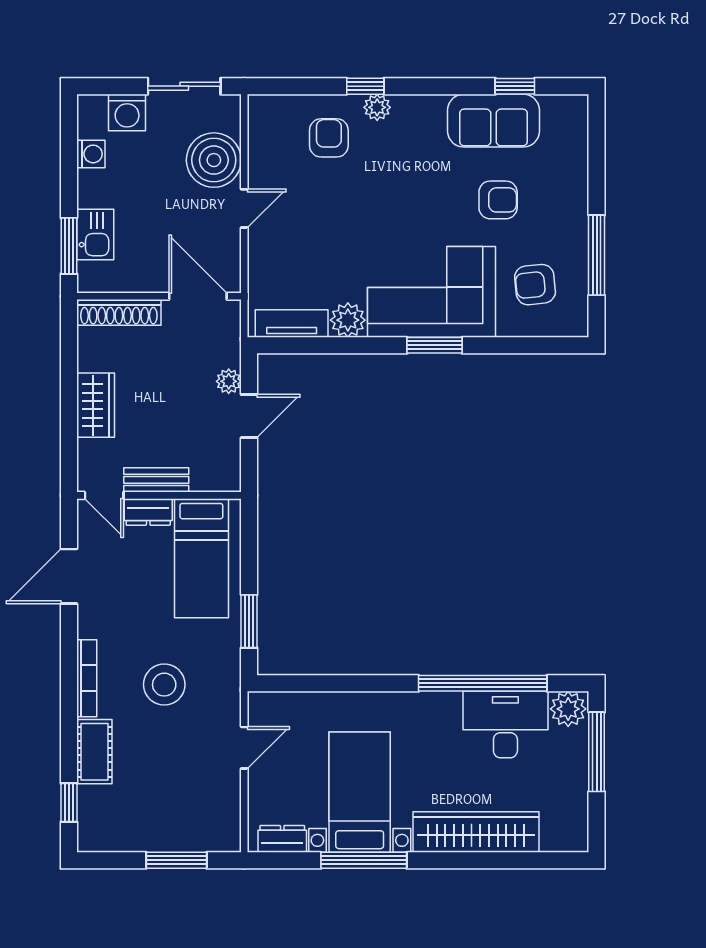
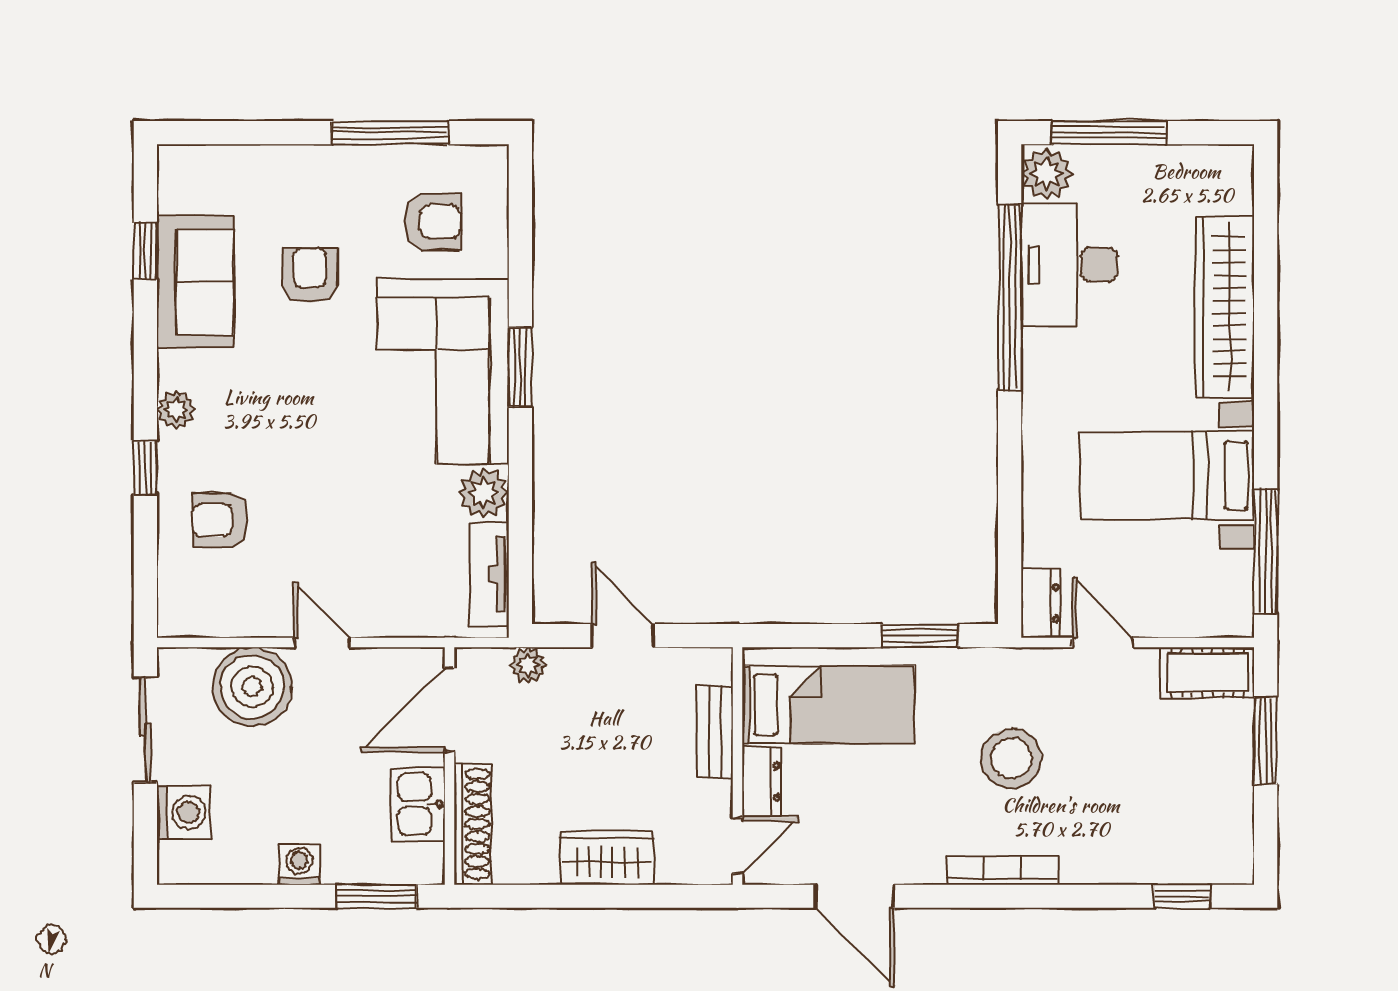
plant: (377, 107) -> (176, 410), moved
washing machine: (91, 154) -> (299, 865), moved
kitchen sink: (95, 234) -> (418, 804), moved, turned -90
armchair: (535, 285) -> (432, 222), turned -84
plant: (229, 381) -> (528, 665), moved
bench: (156, 480) -> (715, 732), moved
cot: (94, 752) -> (1208, 672), moved
dresser: (282, 839) -> (1041, 603), moved, turned 180
window: (364, 860) -> (1266, 551), moved

